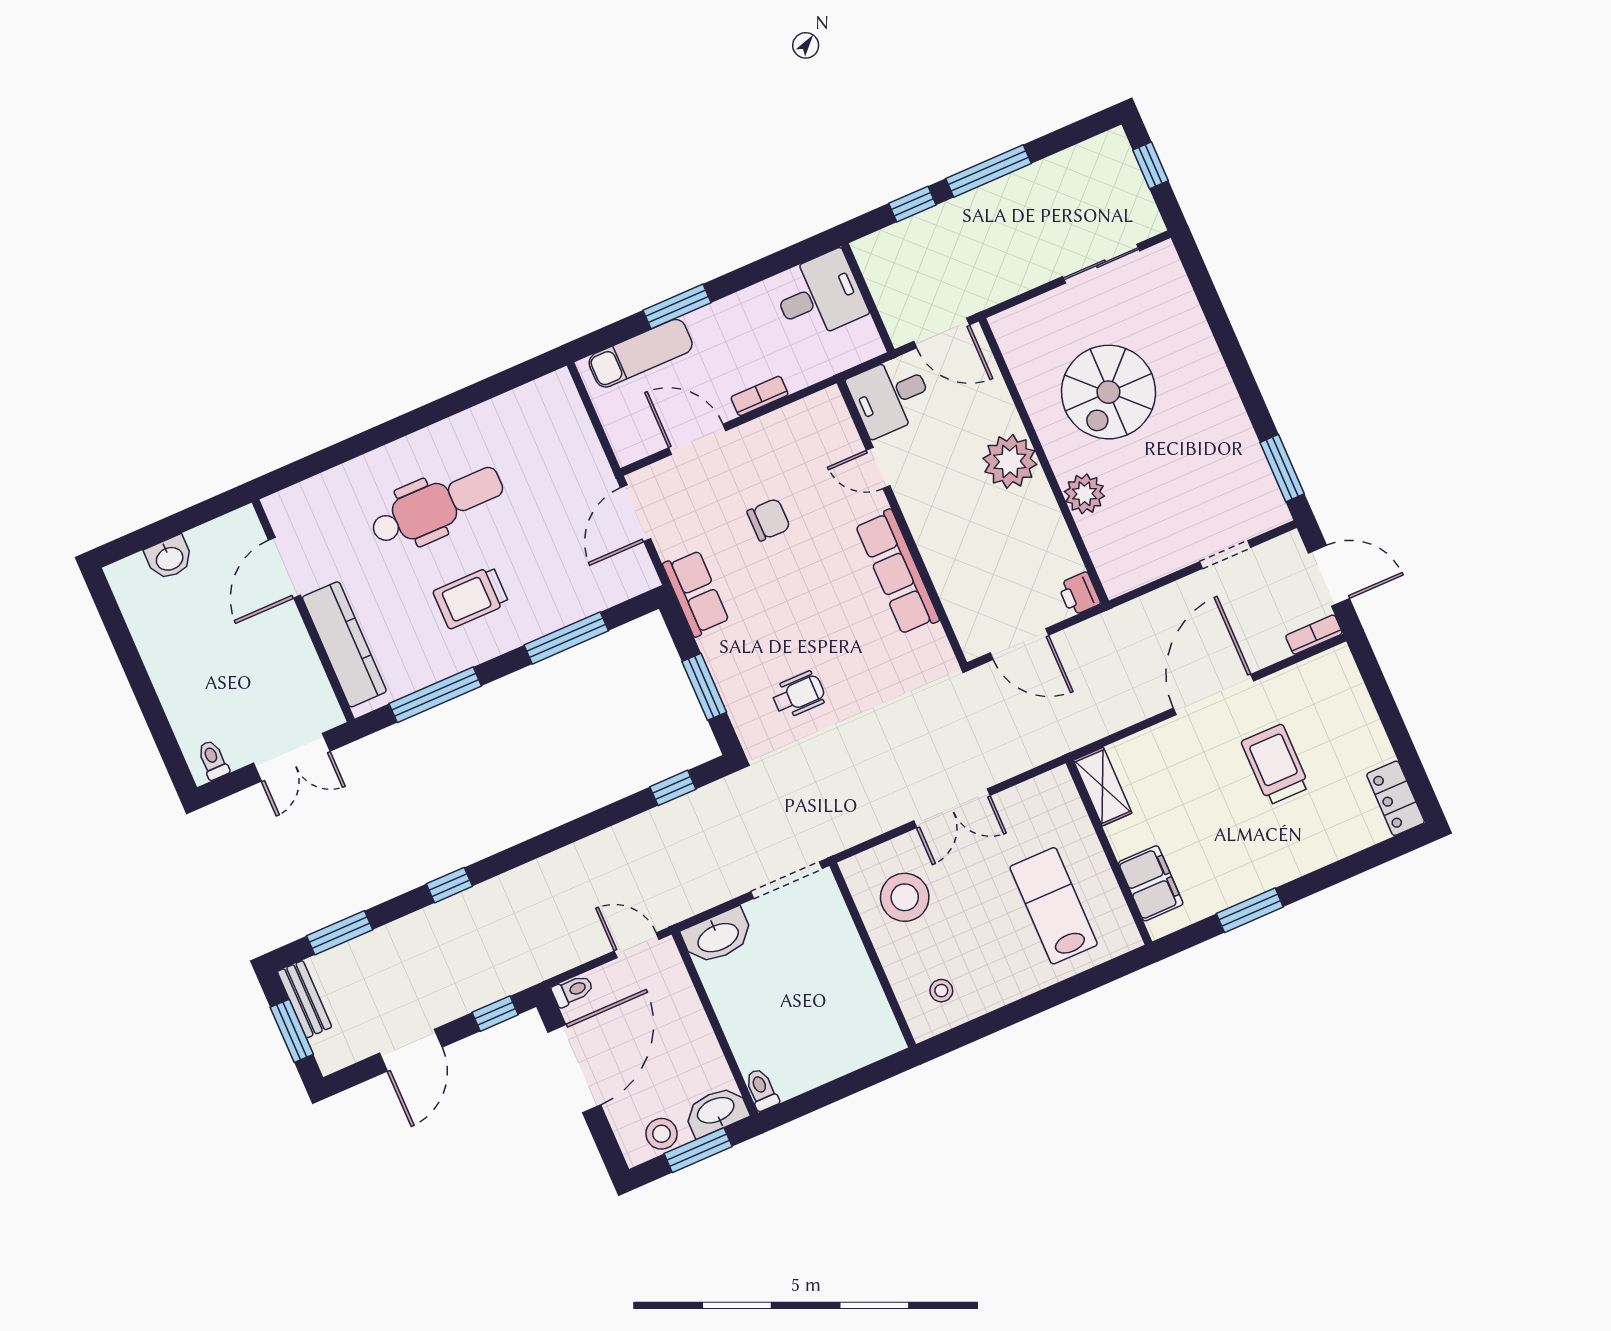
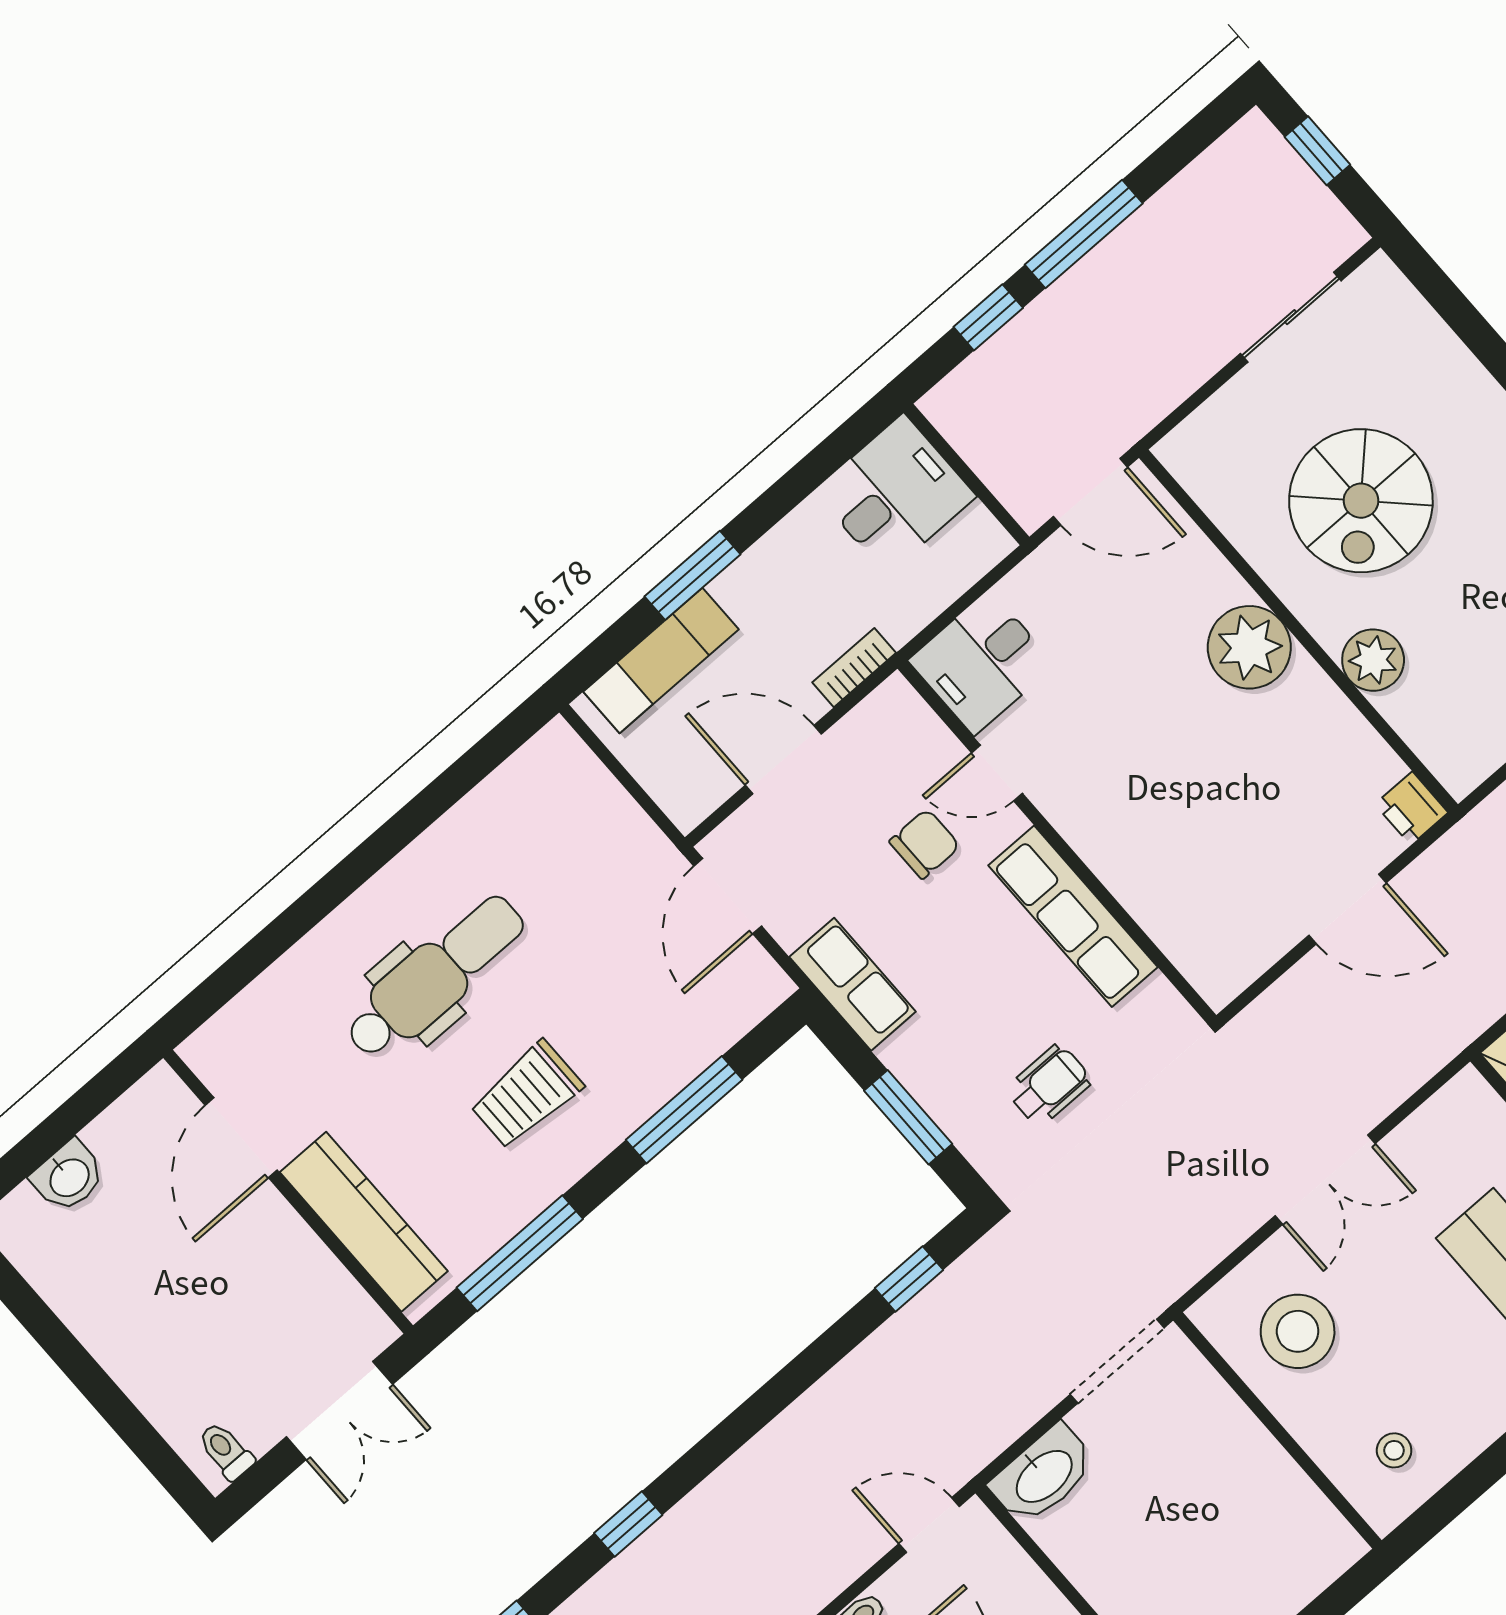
desk: (890, 396) -> (982, 663), moved
door: (878, 468) -> (997, 773), moved
wall: (902, 523) -> (1057, 842), moved
row of seats: (897, 572) -> (1073, 916), moved

